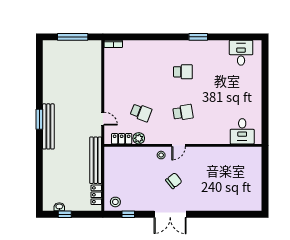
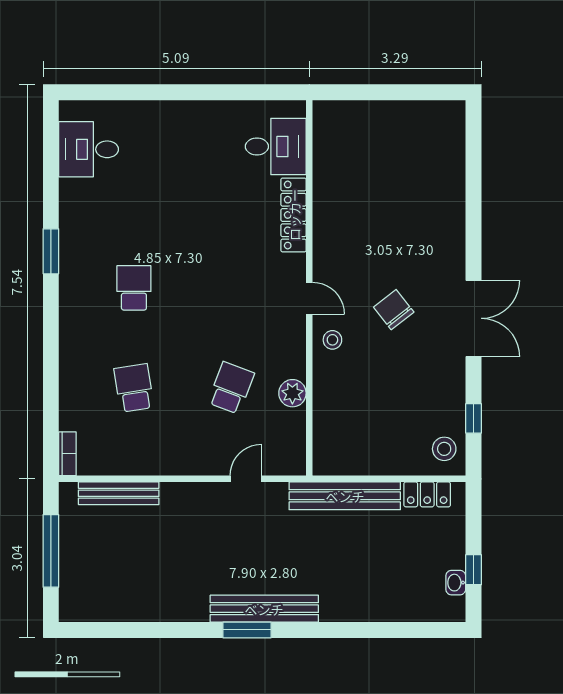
bench: (97, 65) -> (119, 493), added
school desk: (183, 112) -> (134, 388), moved
locker: (122, 139) -> (294, 215), moved, width x1.53

